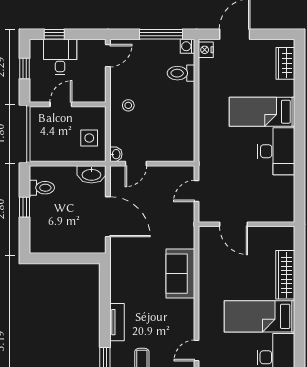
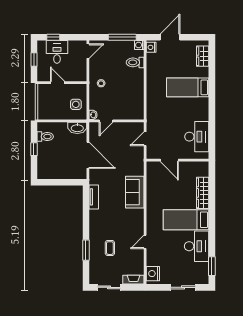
door: (61, 104) -> (58, 83), hinge flipped
desk: (276, 151) -> (197, 137), moved
tv unit: (117, 322) -> (94, 197), moved

